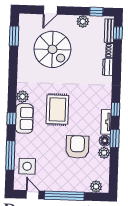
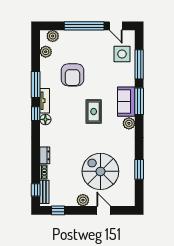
door: (50, 10) -> (104, 210), hinge flipped
plant: (83, 22) -> (83, 200), moved
window: (14, 36) -> (139, 169), moved
rug: (57, 110) -> (94, 112), width x0.73, depth x0.70
window: (11, 118) -> (139, 101), width x2.17
window: (115, 138) -> (36, 85), width x1.44
floor lamp: (105, 141) -> (45, 119), moved
plant: (104, 153) -> (46, 52), moved

